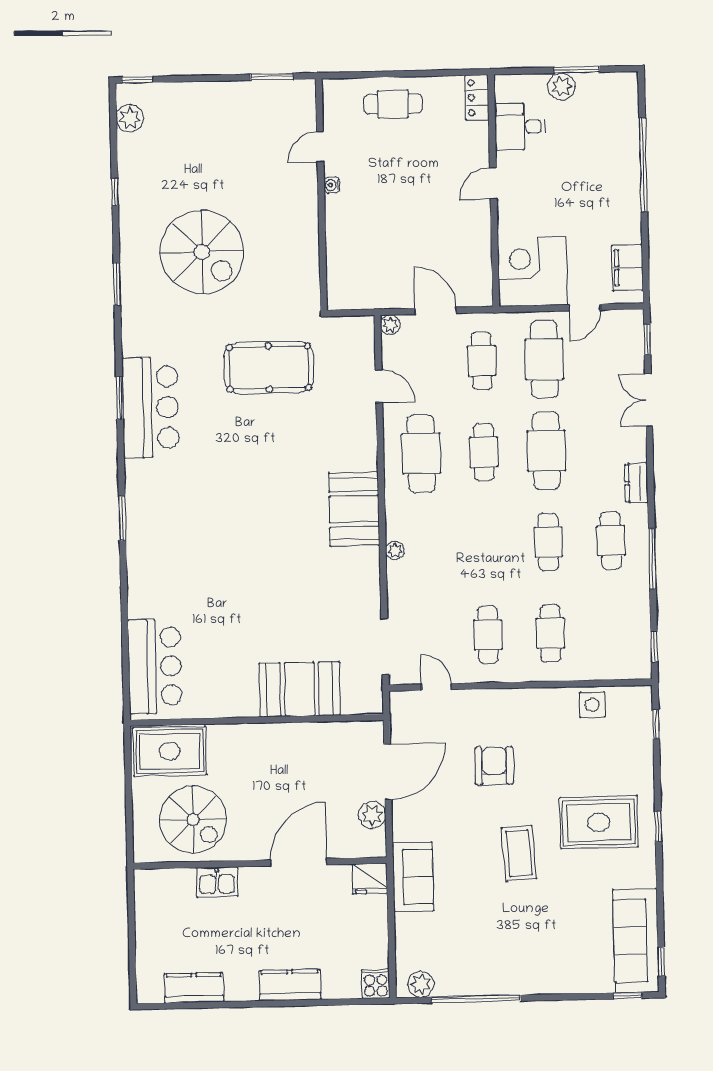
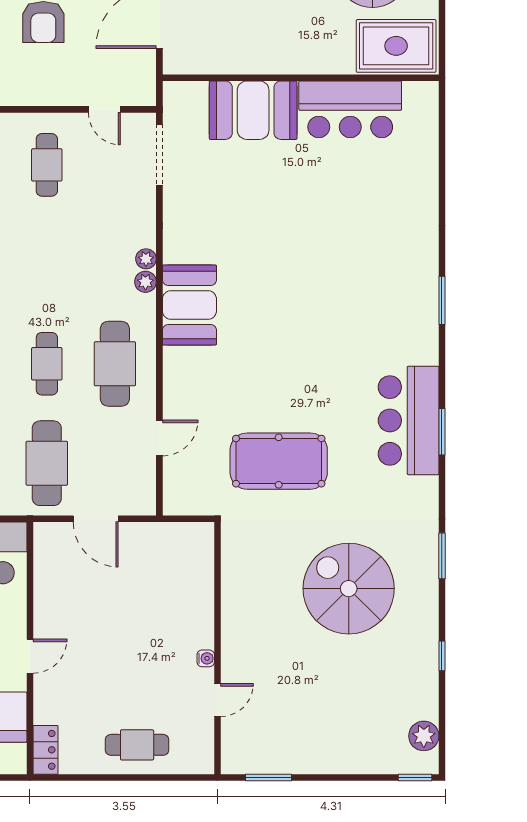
plant: (390, 325) -> (145, 282), moved
cafe table: (482, 361) -> (47, 463), width x1.37, depth x1.35
door: (379, 386) -> (159, 438), swing flipped
bar counter: (155, 666) -> (350, 109), moved, turned -90

